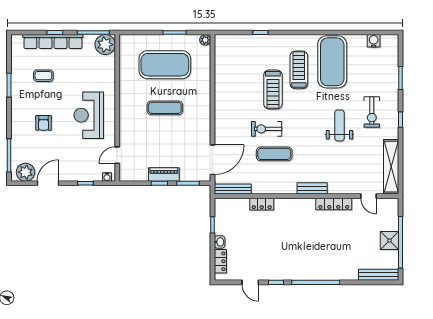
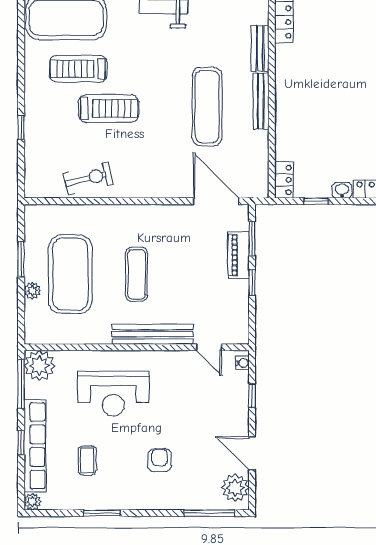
plant: (16, 40) -> (32, 502), added
plant: (205, 40) -> (32, 291), moved
reception desk: (89, 115) -> (113, 394), moved
bench: (126, 118) -> (153, 334), added
armchair: (44, 123) -> (160, 460), turned -90
exercise bike: (267, 129) -> (88, 178), moved, turned -104
exercise mat: (274, 154) -> (207, 107), width x1.36, depth x1.45
piano: (164, 174) -> (239, 255), moved
bench: (233, 189) -> (261, 101), moved
locker: (262, 204) -> (284, 180), moved

